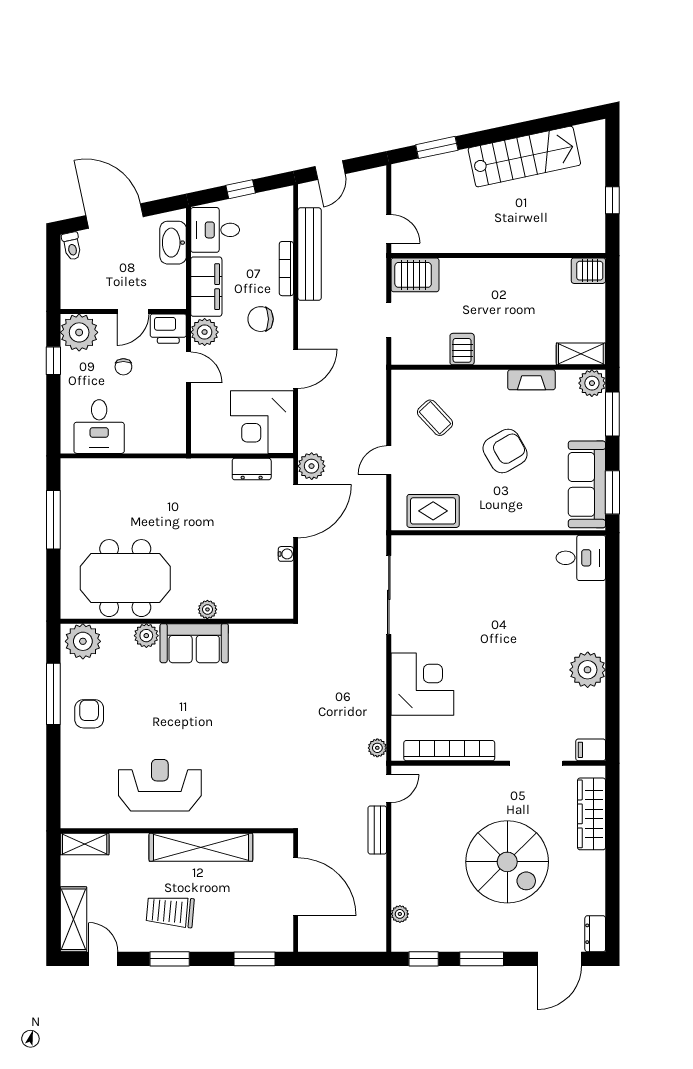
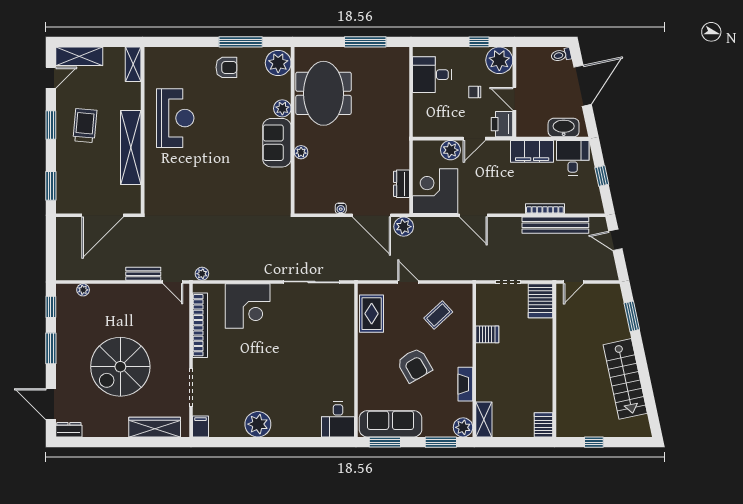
chair: (261, 319) -> (509, 190), removed
plant: (205, 332) -> (450, 150), moved

